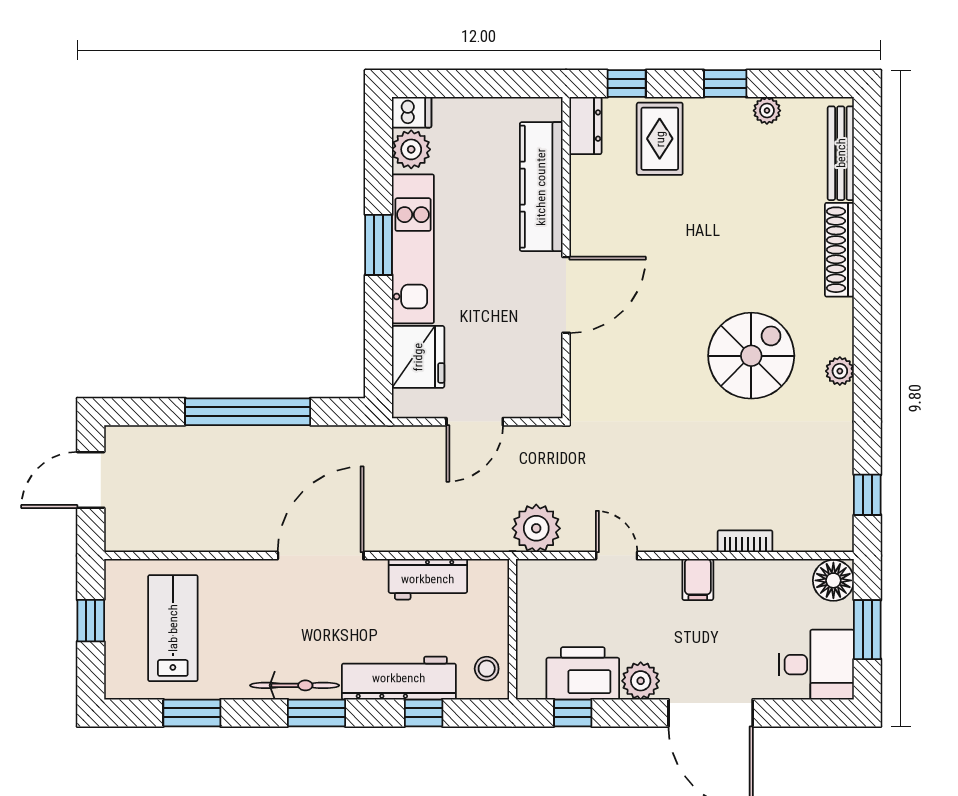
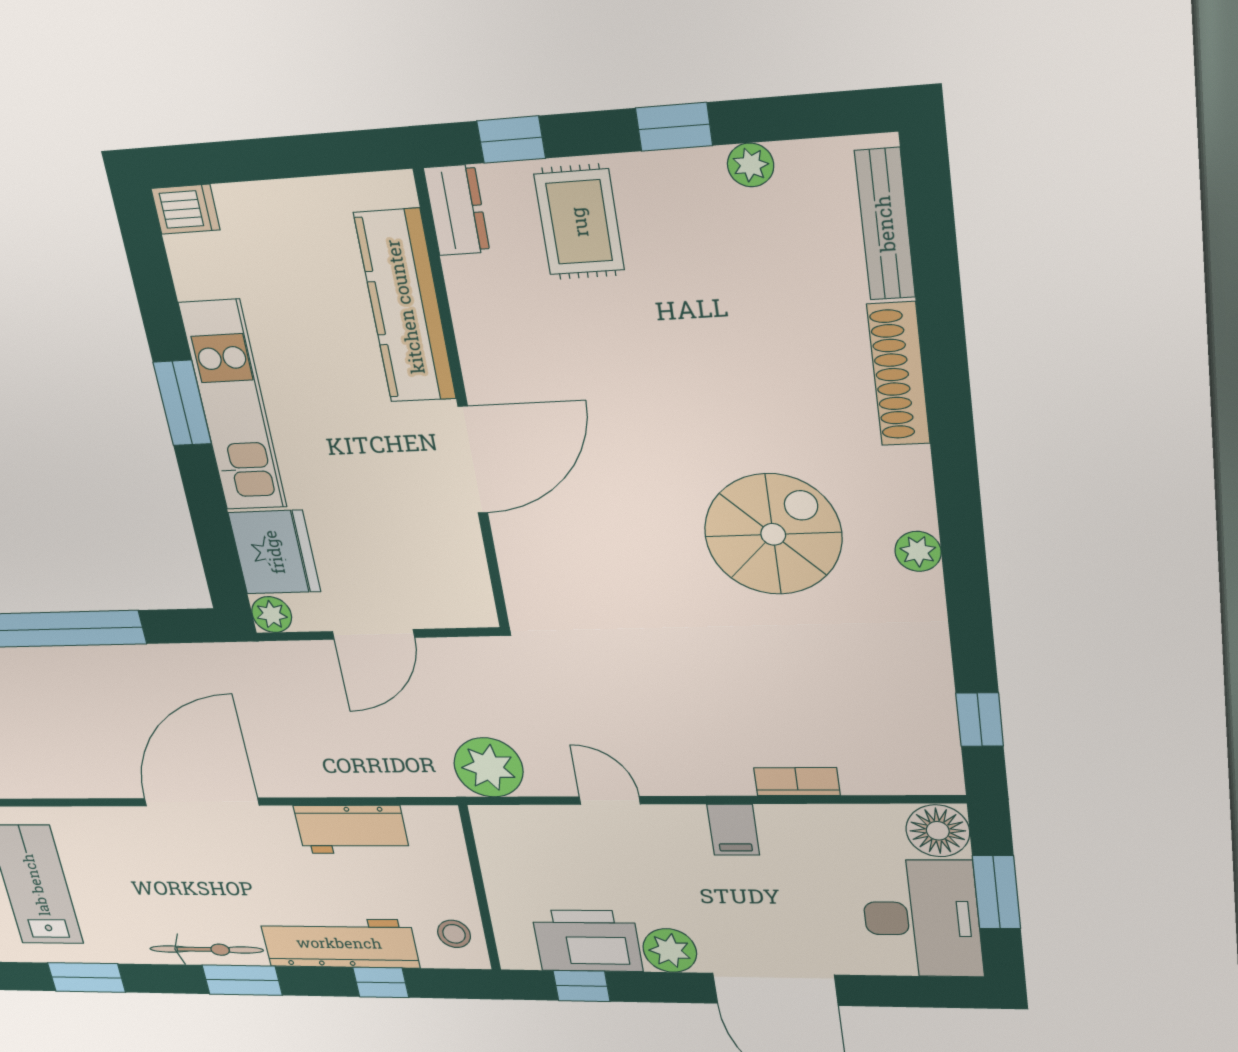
plant: (411, 149) -> (272, 615), moved, width x0.73, depth x0.73
desk: (816, 665) -> (922, 919), width x1.37

